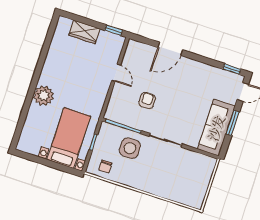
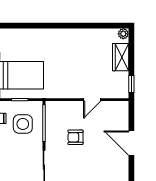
plant: (44, 96) -> (123, 34), moved, width x0.53, depth x0.53
armchair: (147, 101) -> (75, 137), turned 180
side table: (130, 148) -> (23, 124), moved

